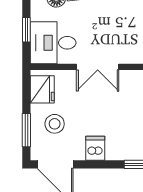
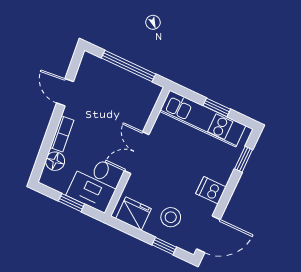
double door: (98, 67) -> (137, 153), swing flipped
window: (26, 130) -> (164, 246), width x0.67

